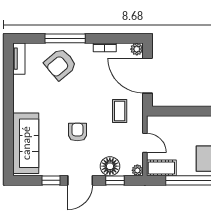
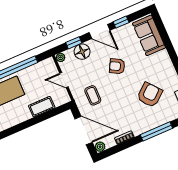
armchair: (60, 64) -> (150, 95), moved
armchair: (77, 132) -> (117, 66), turned 119
sofa: (26, 143) -> (149, 35), width x0.73
cot: (161, 168) -> (42, 107), moved
door: (80, 180) -> (100, 31), swing flipped

